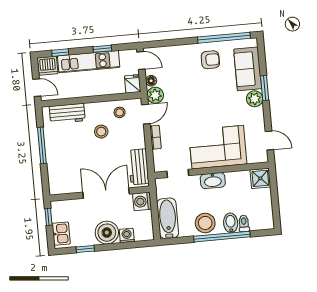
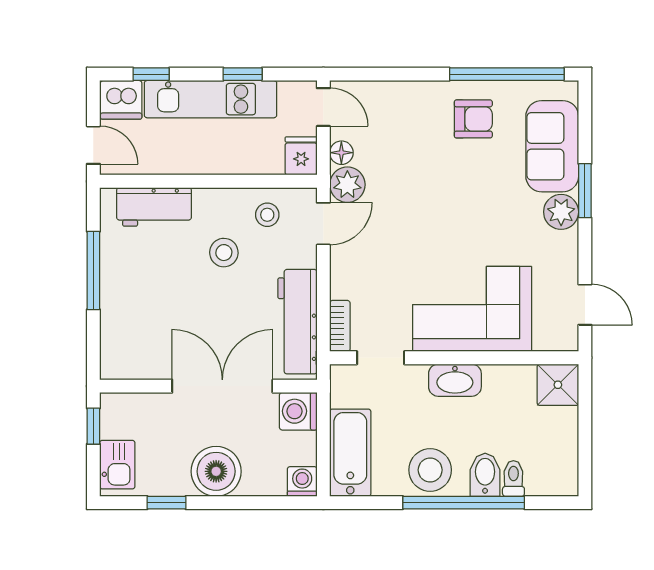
bookcase: (156, 137) -> (340, 326), moved
workbench: (139, 167) -> (297, 322), width x1.38
washing machine: (127, 235) -> (302, 482), moved

